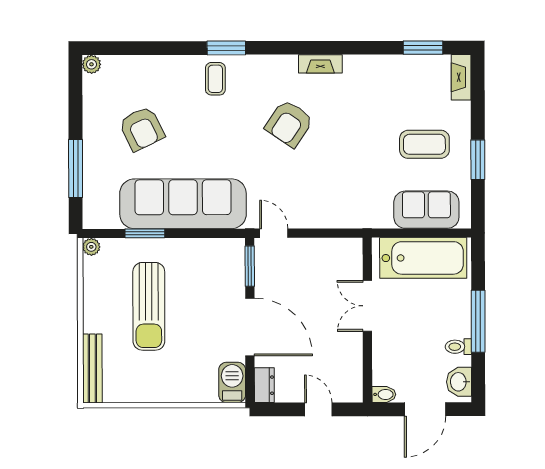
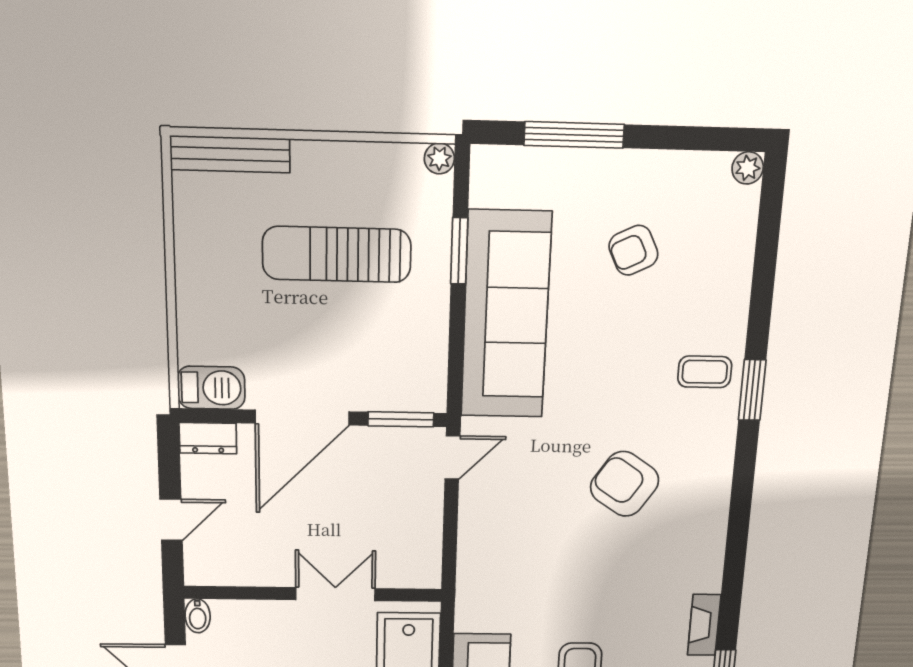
fireplace: (320, 64) -> (704, 625), moved
armchair: (142, 129) -> (633, 250), width x0.72, depth x0.72

